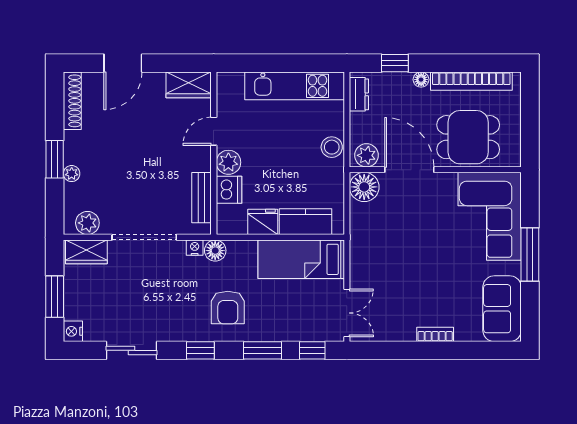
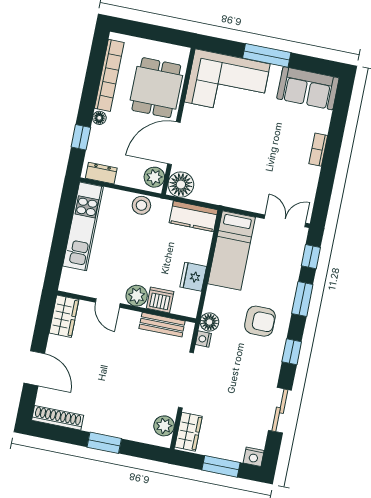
plant: (72, 174) -> (119, 431), removed
kitchen counter: (305, 222) -> (194, 216), moved, turned -90

